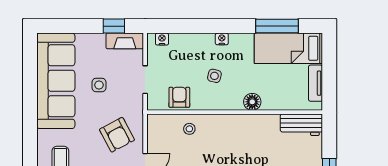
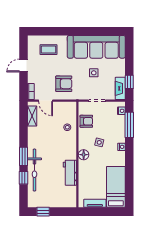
window: (277, 26) -> (129, 125), moved
floor lamp: (252, 102) -> (84, 155), moved
workbench: (301, 125) -> (70, 173), moved
armchair: (117, 135) -> (64, 84), turned -152

